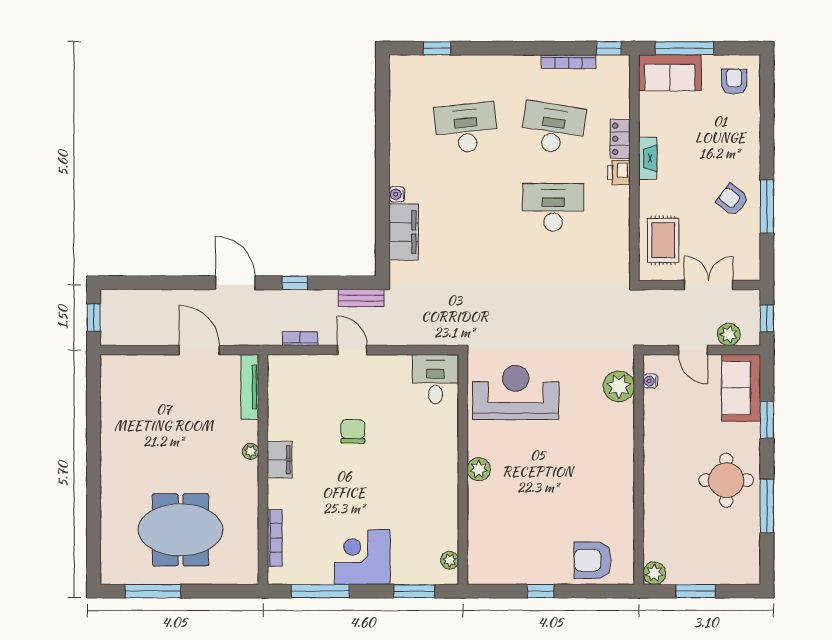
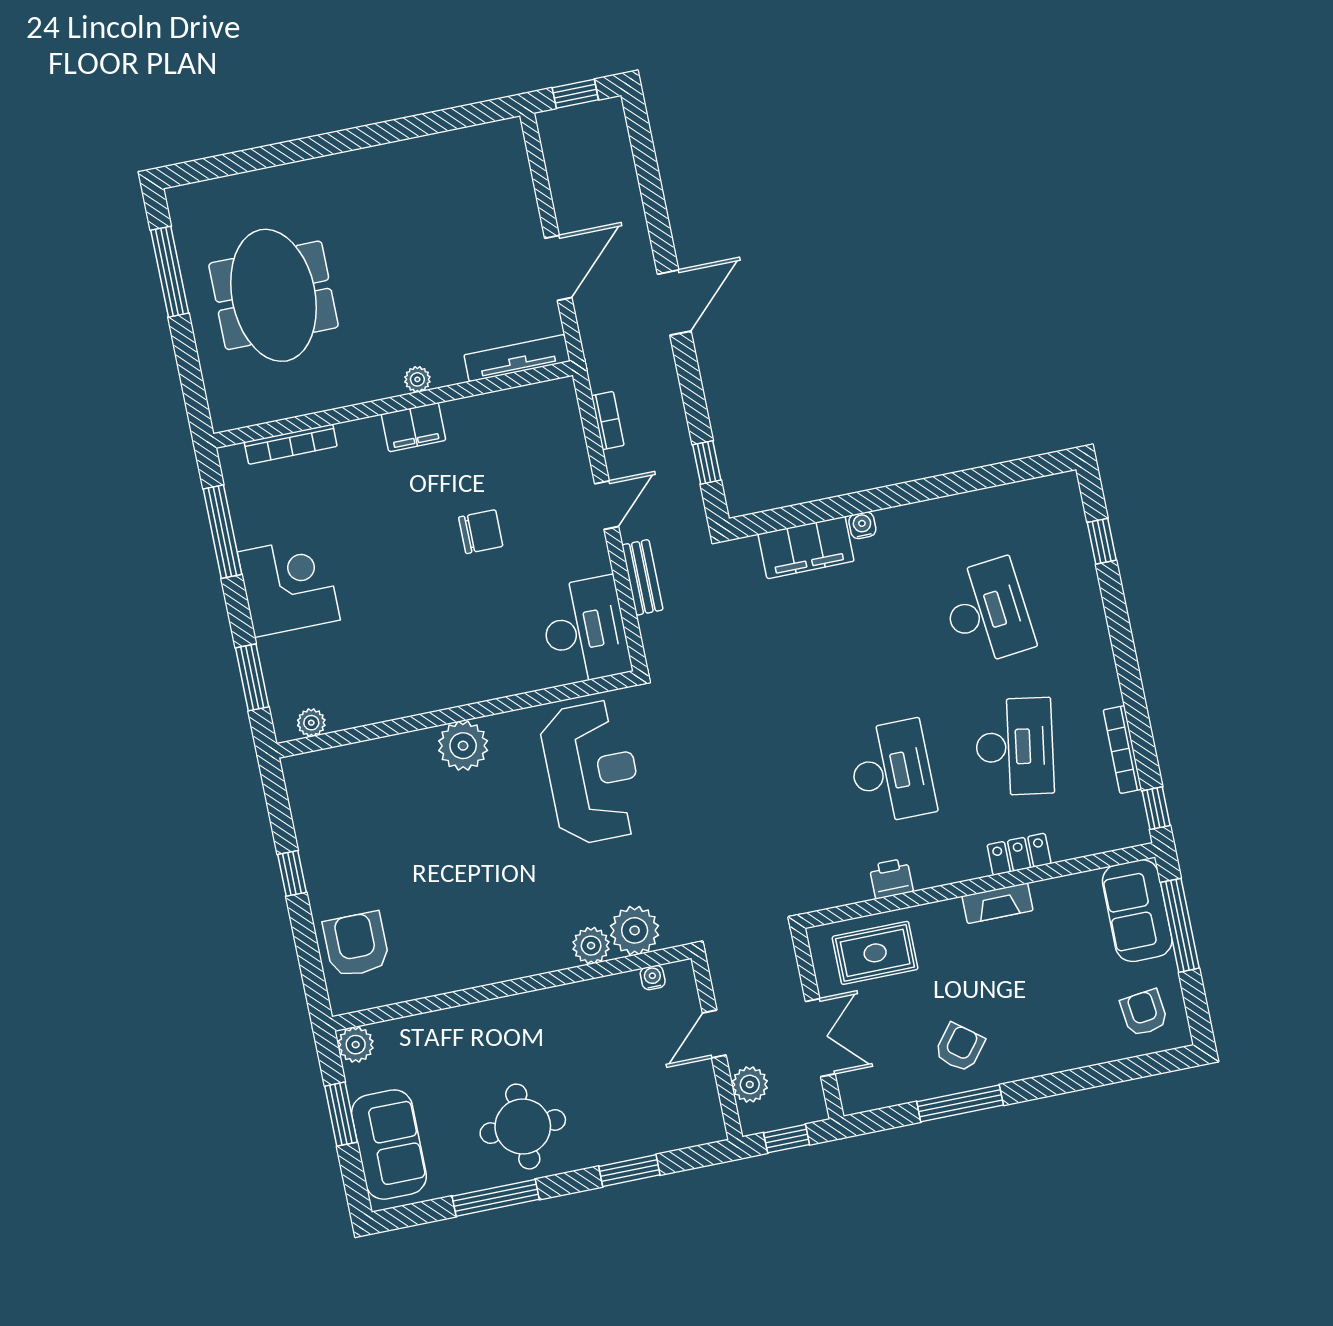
armchair: (734, 81) -> (1144, 1013), turned -97
printer: (619, 172) -> (891, 878), moved
window: (295, 283) -> (707, 462), moved
bench: (361, 298) -> (642, 577), moved
desk: (436, 379) -> (585, 630), width x1.37
sofa: (741, 388) -> (389, 1145), moved, turned 90
plant: (623, 415) -> (591, 946), added
plant: (479, 469) -> (463, 746), width x1.36, depth x1.36

